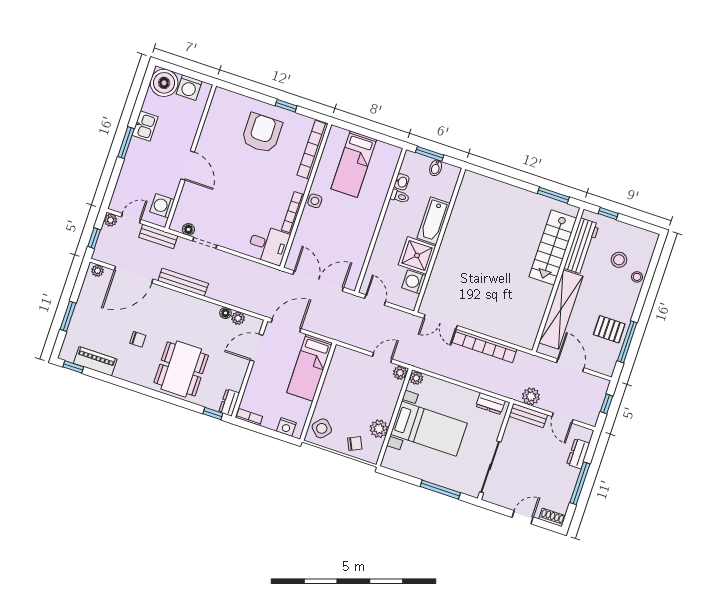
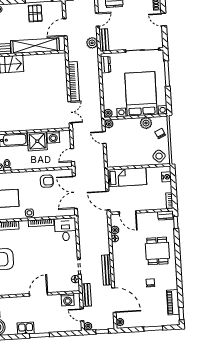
armchair: (352, 246) -> (47, 181), added
dining table: (181, 369) -> (157, 251), width x0.73
bed with nightstands: (429, 429) -> (141, 94), width x1.36

